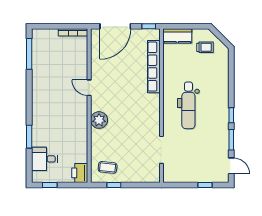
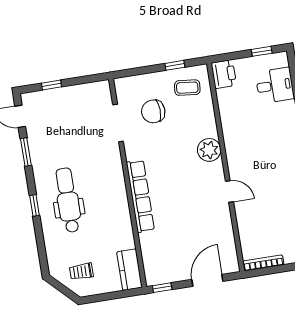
door: (115, 26) -> (207, 280), width x0.73
kitchen counter: (177, 36) -> (130, 270), moved, turned -90
row of seats: (154, 67) -> (140, 196), moved
dental chair: (188, 105) -> (68, 200), moved
window: (231, 115) -> (34, 205), moved
chair: (135, 154) -> (153, 111), added

